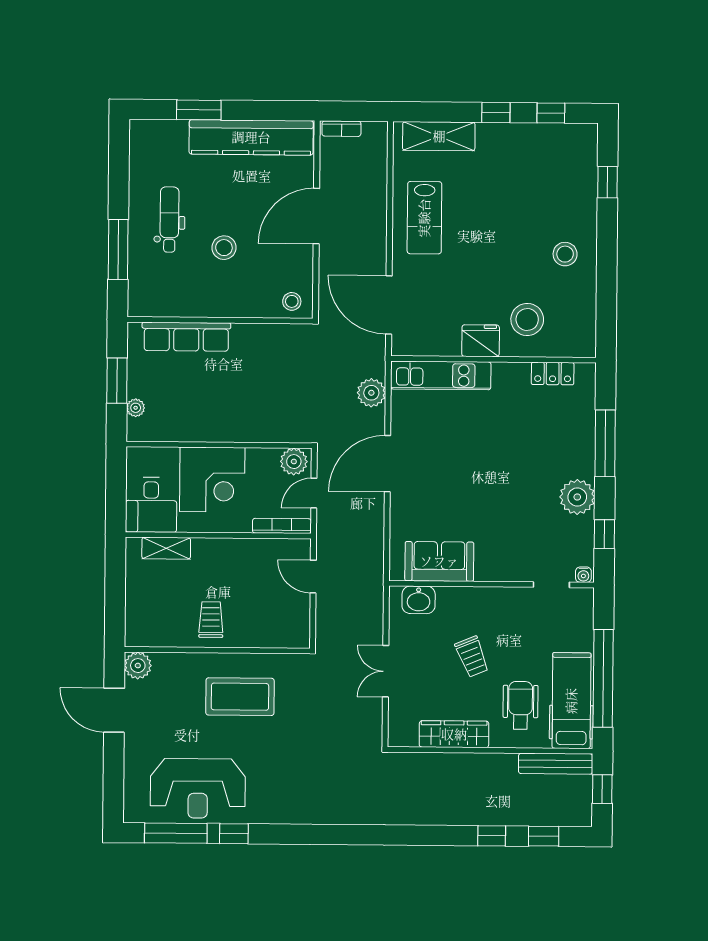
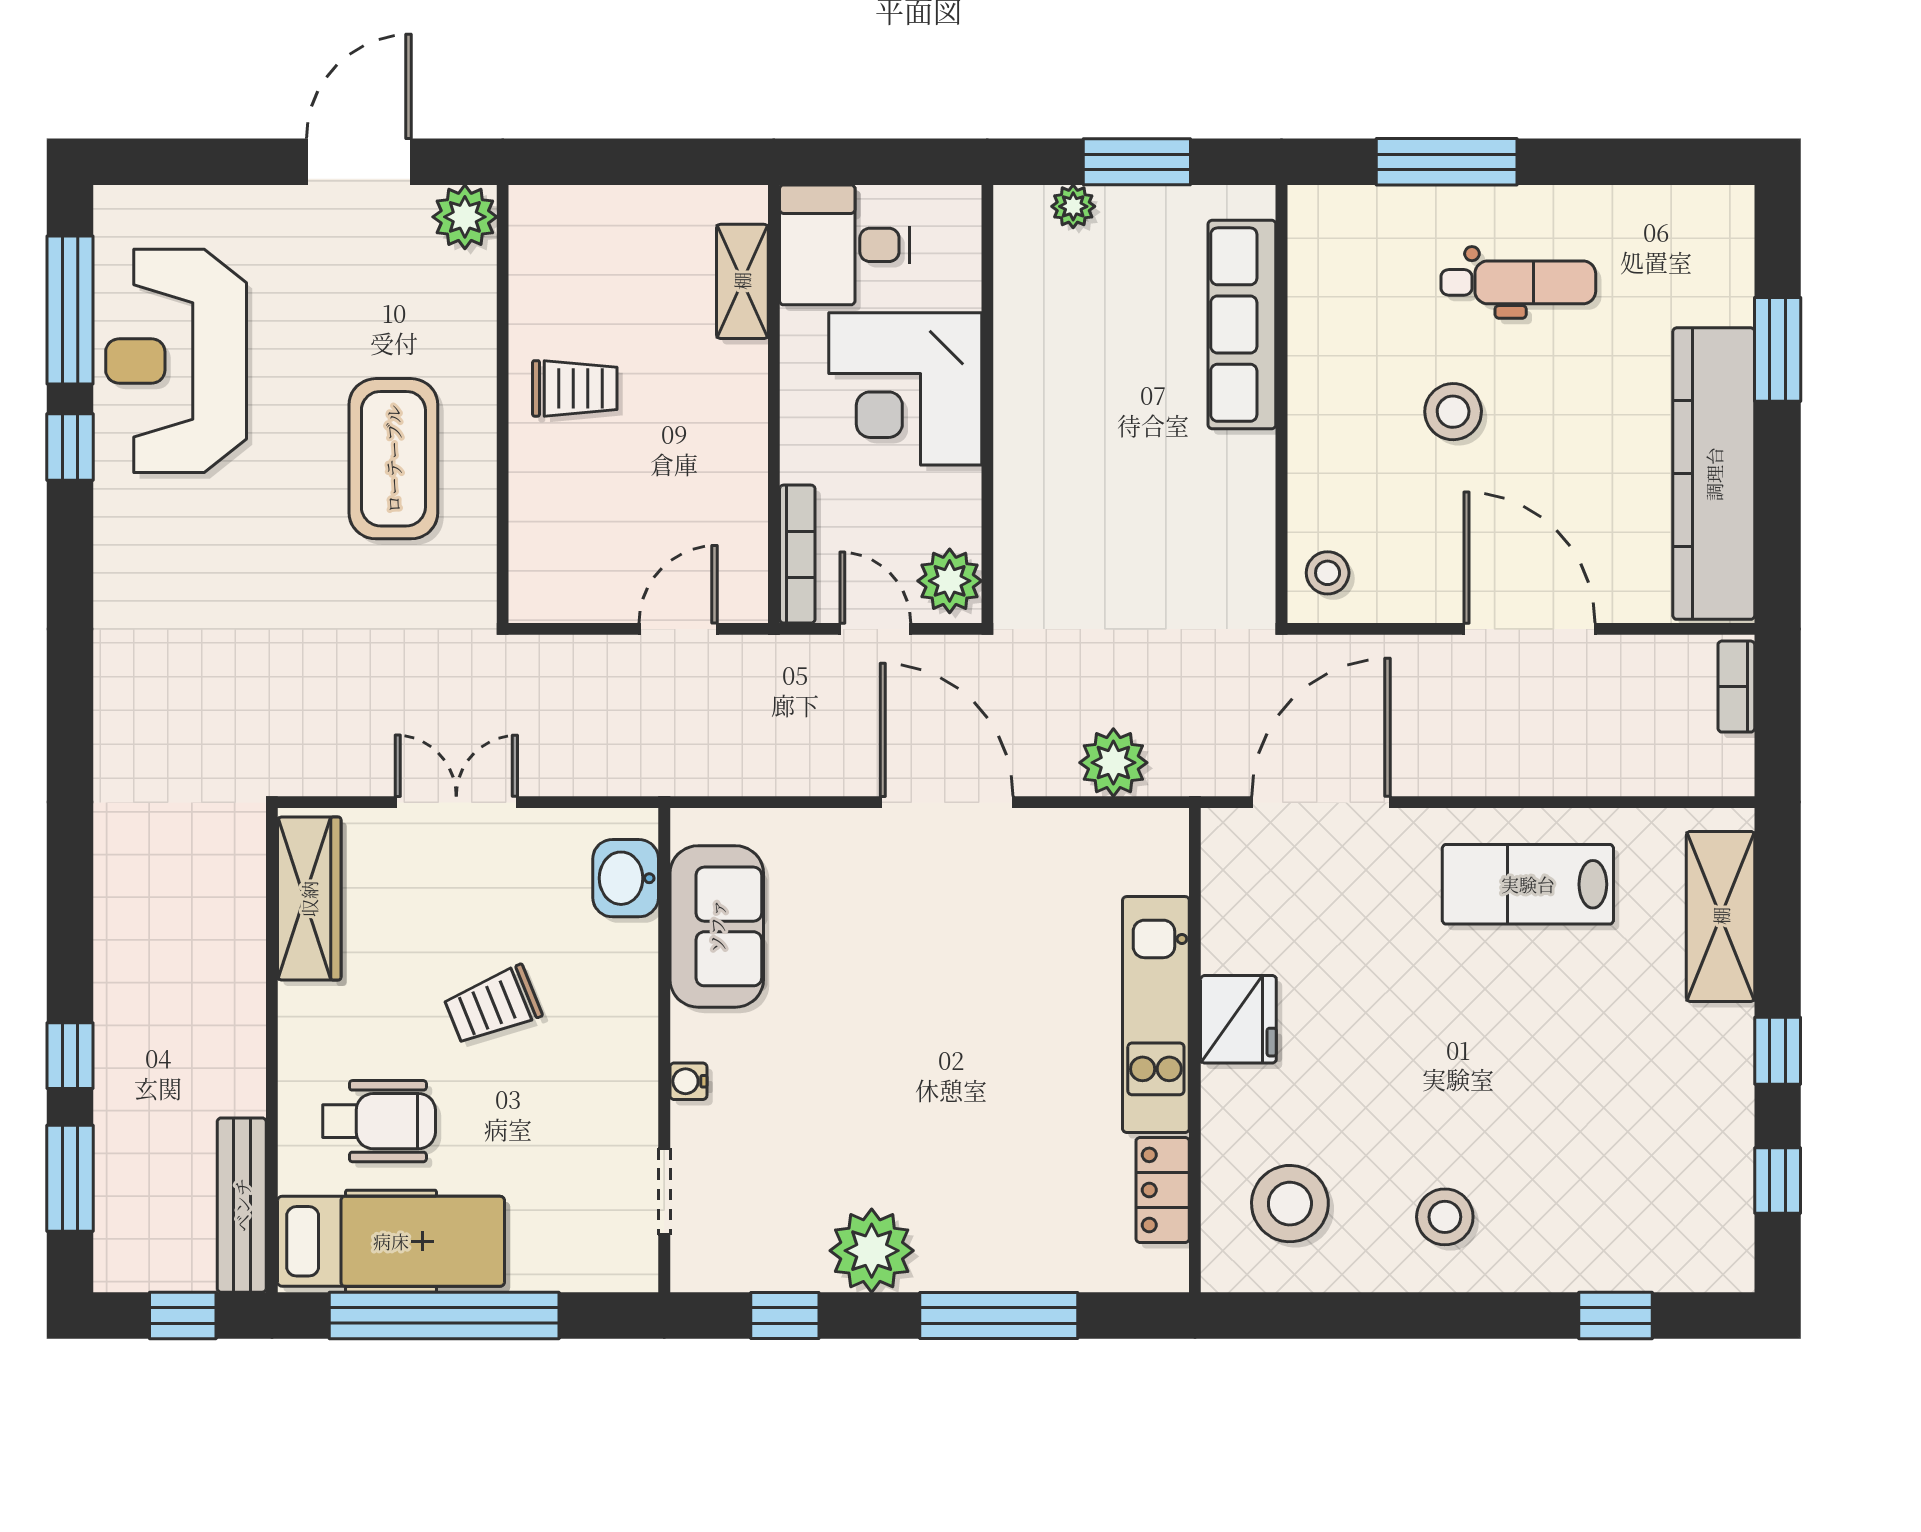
stool: (527, 320) -> (1290, 1204), moved
kitchen unit: (441, 375) -> (1156, 1015), moved
water cooler: (583, 575) -> (688, 1081), moved
wardrobe: (454, 734) -> (309, 899), moved
window: (544, 836) -> (70, 1178), width x1.50

